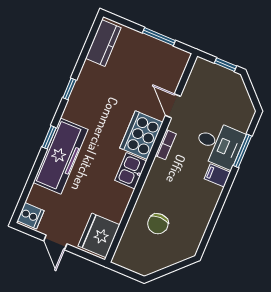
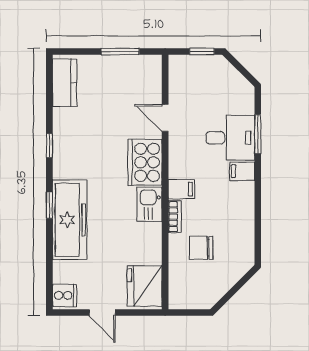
bookcase: (166, 145) -> (175, 217), moved
filing cabinet: (162, 169) -> (181, 189), added
chair: (158, 224) -> (201, 248), turned 90

